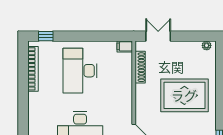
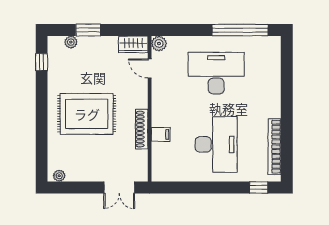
filing cabinet: (125, 46) -> (161, 134), moved
shoe rack: (140, 67) -> (142, 129), moved

